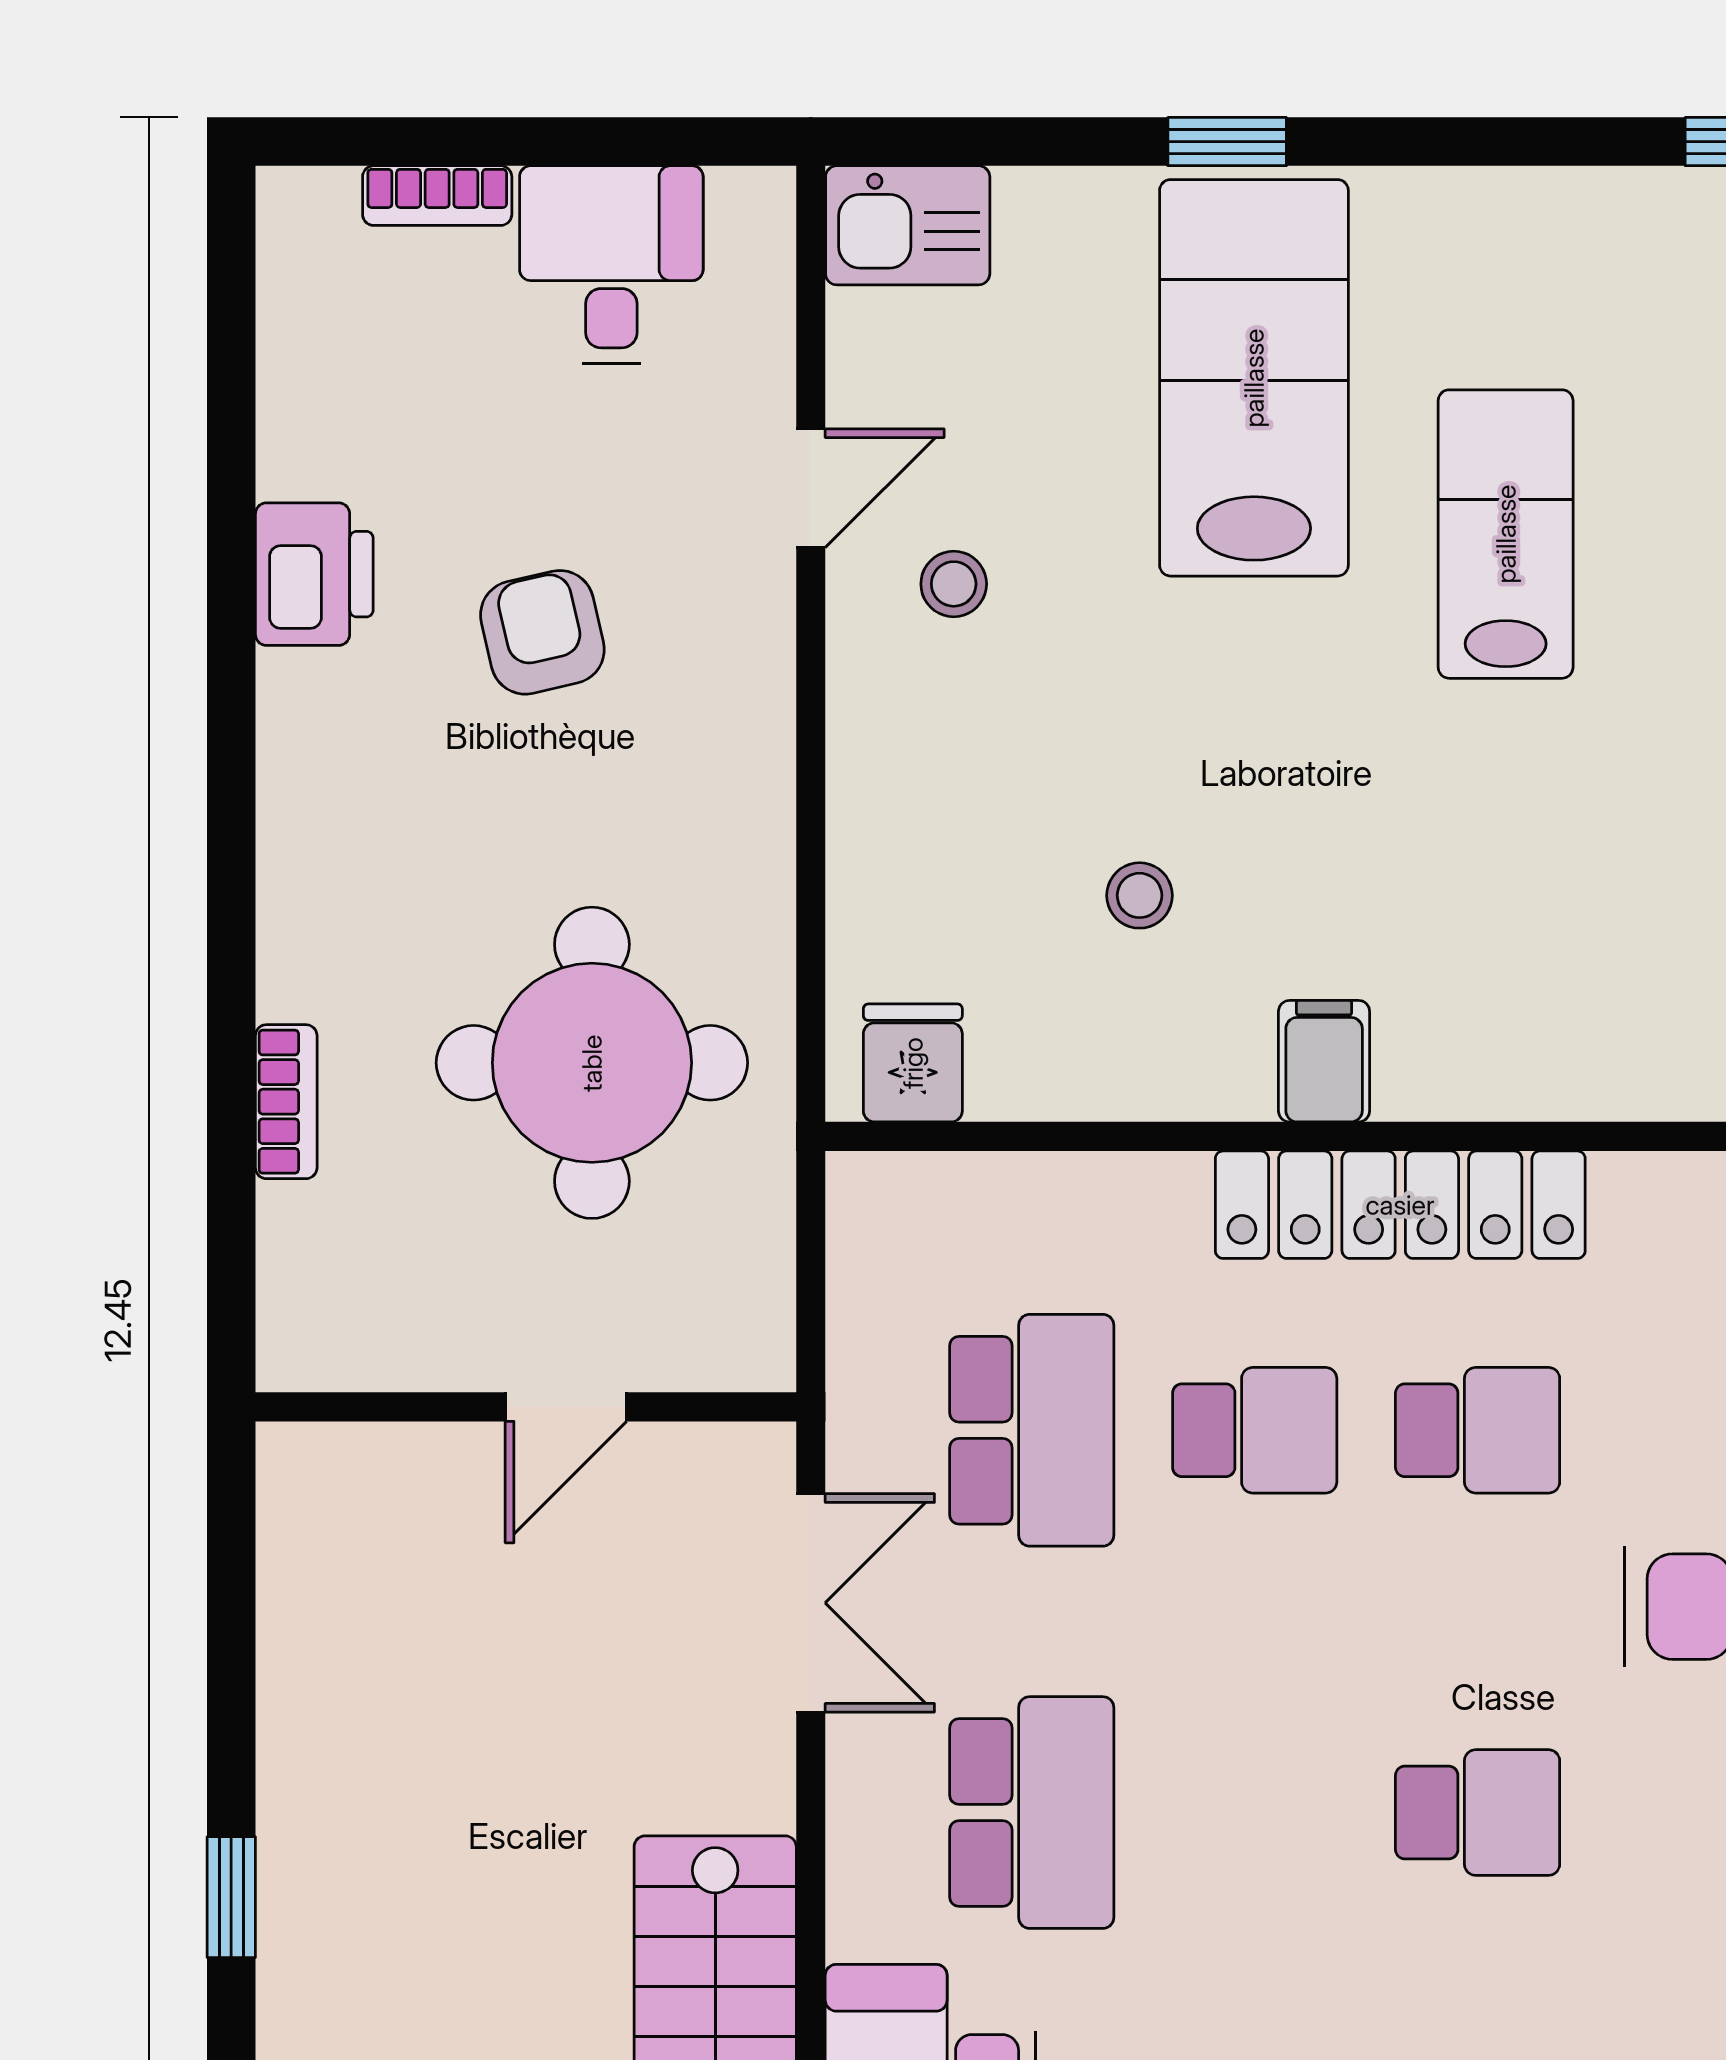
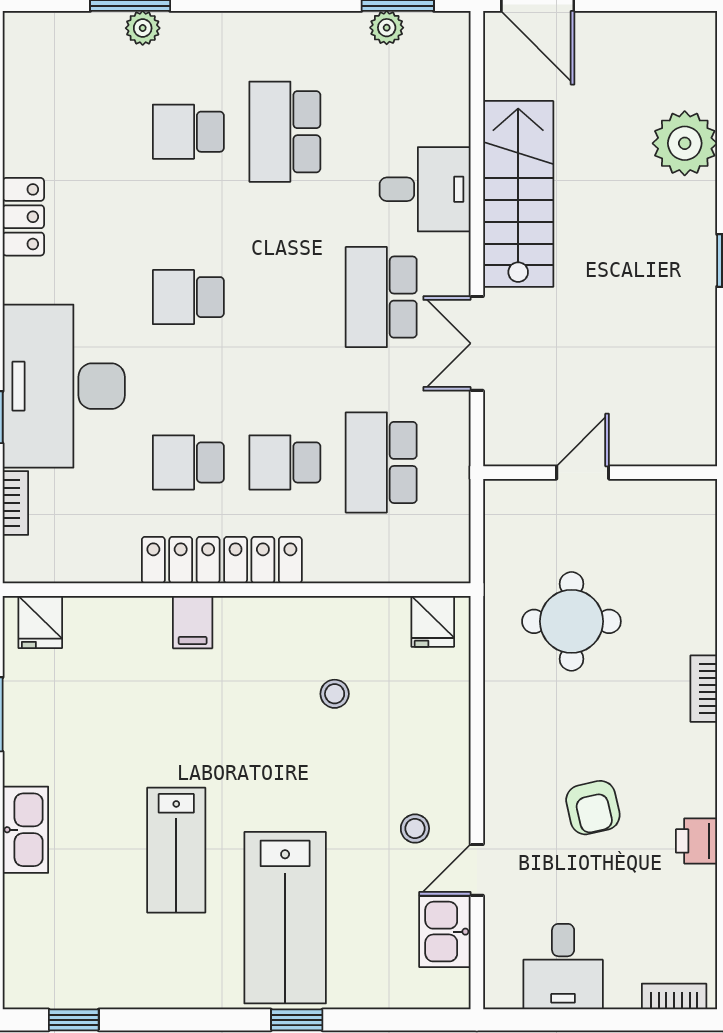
bookcase: (437, 196) -> (674, 997), moved
kitchen sink: (908, 225) -> (445, 932), moved, turned -90
printer: (314, 574) -> (696, 841), width x0.73, depth x0.81
filing cabinet: (1324, 1061) -> (193, 622), moved
round table: (592, 1063) -> (571, 621), width x0.73, depth x0.73
bookcase: (286, 1102) -> (704, 689), moved
double door: (811, 1603) -> (477, 343), moved

